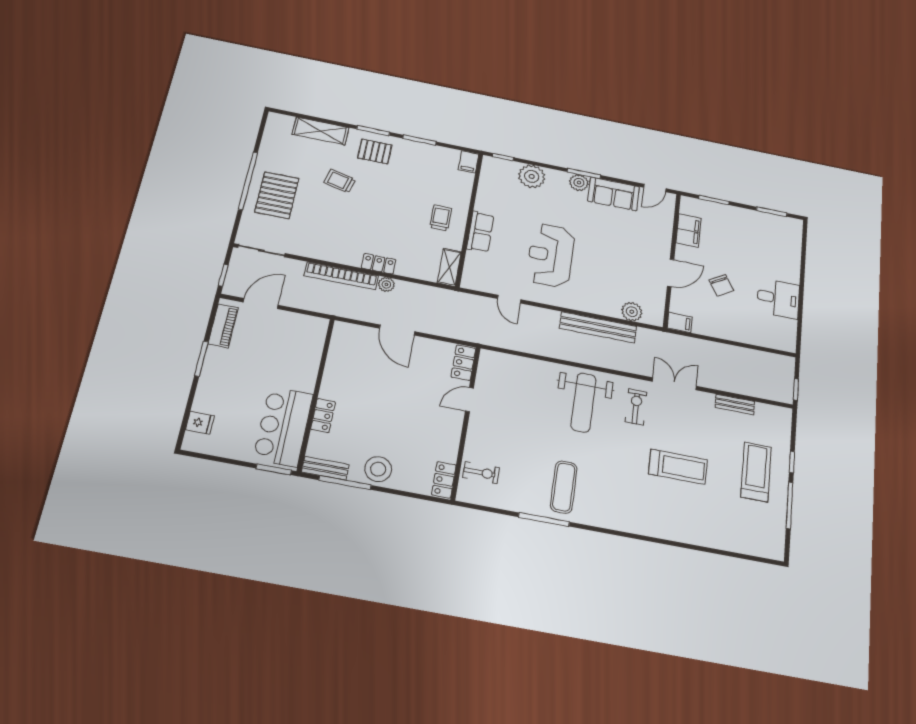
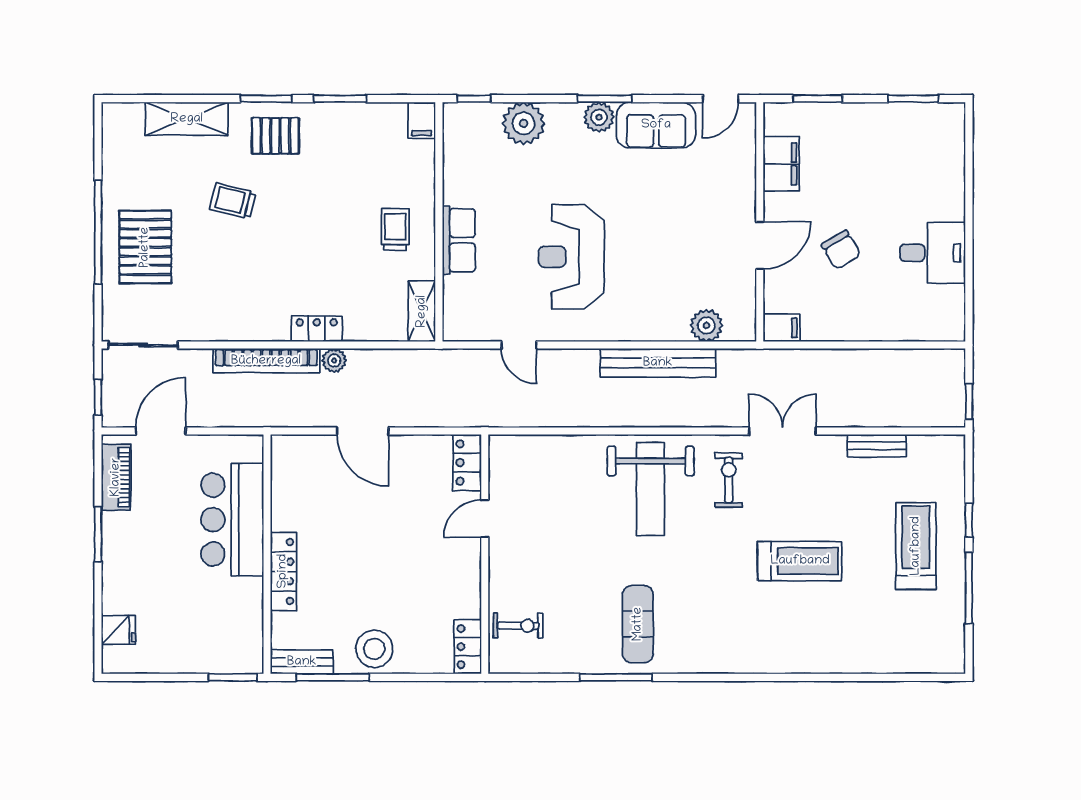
locker: (323, 416) -> (283, 571), width x1.53
bar counter: (283, 427) -> (232, 520), moved

